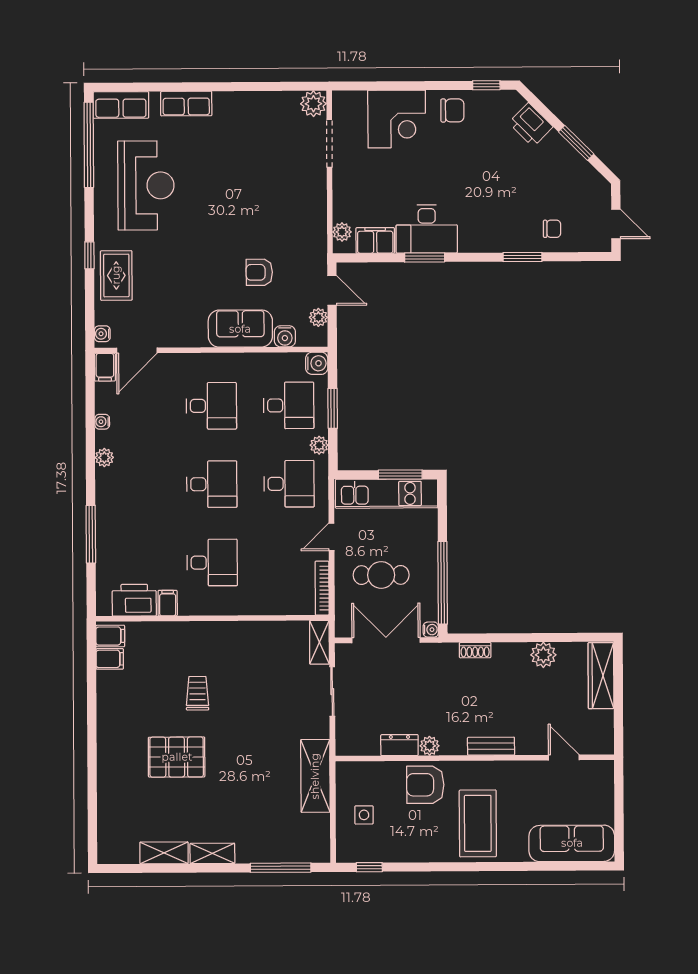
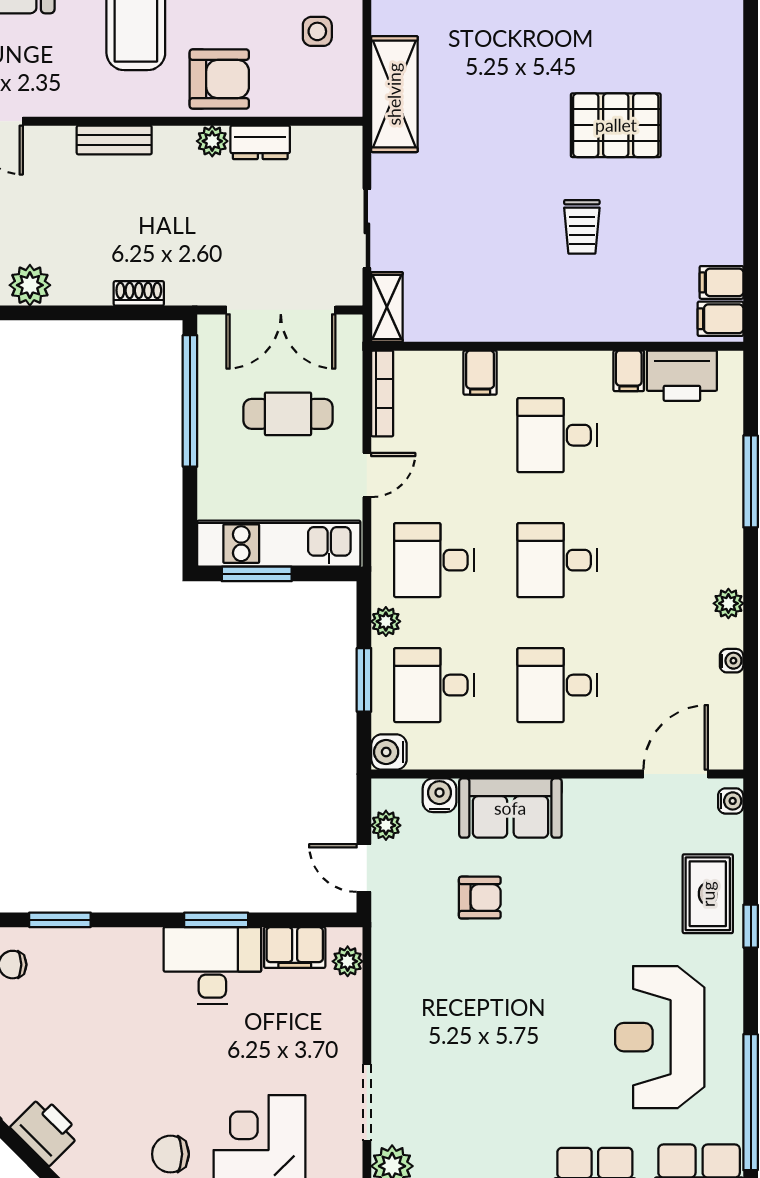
filing cabinet: (105, 367) -> (480, 373), moved, turned 180
water cooler: (431, 630) -> (209, 326), removed

